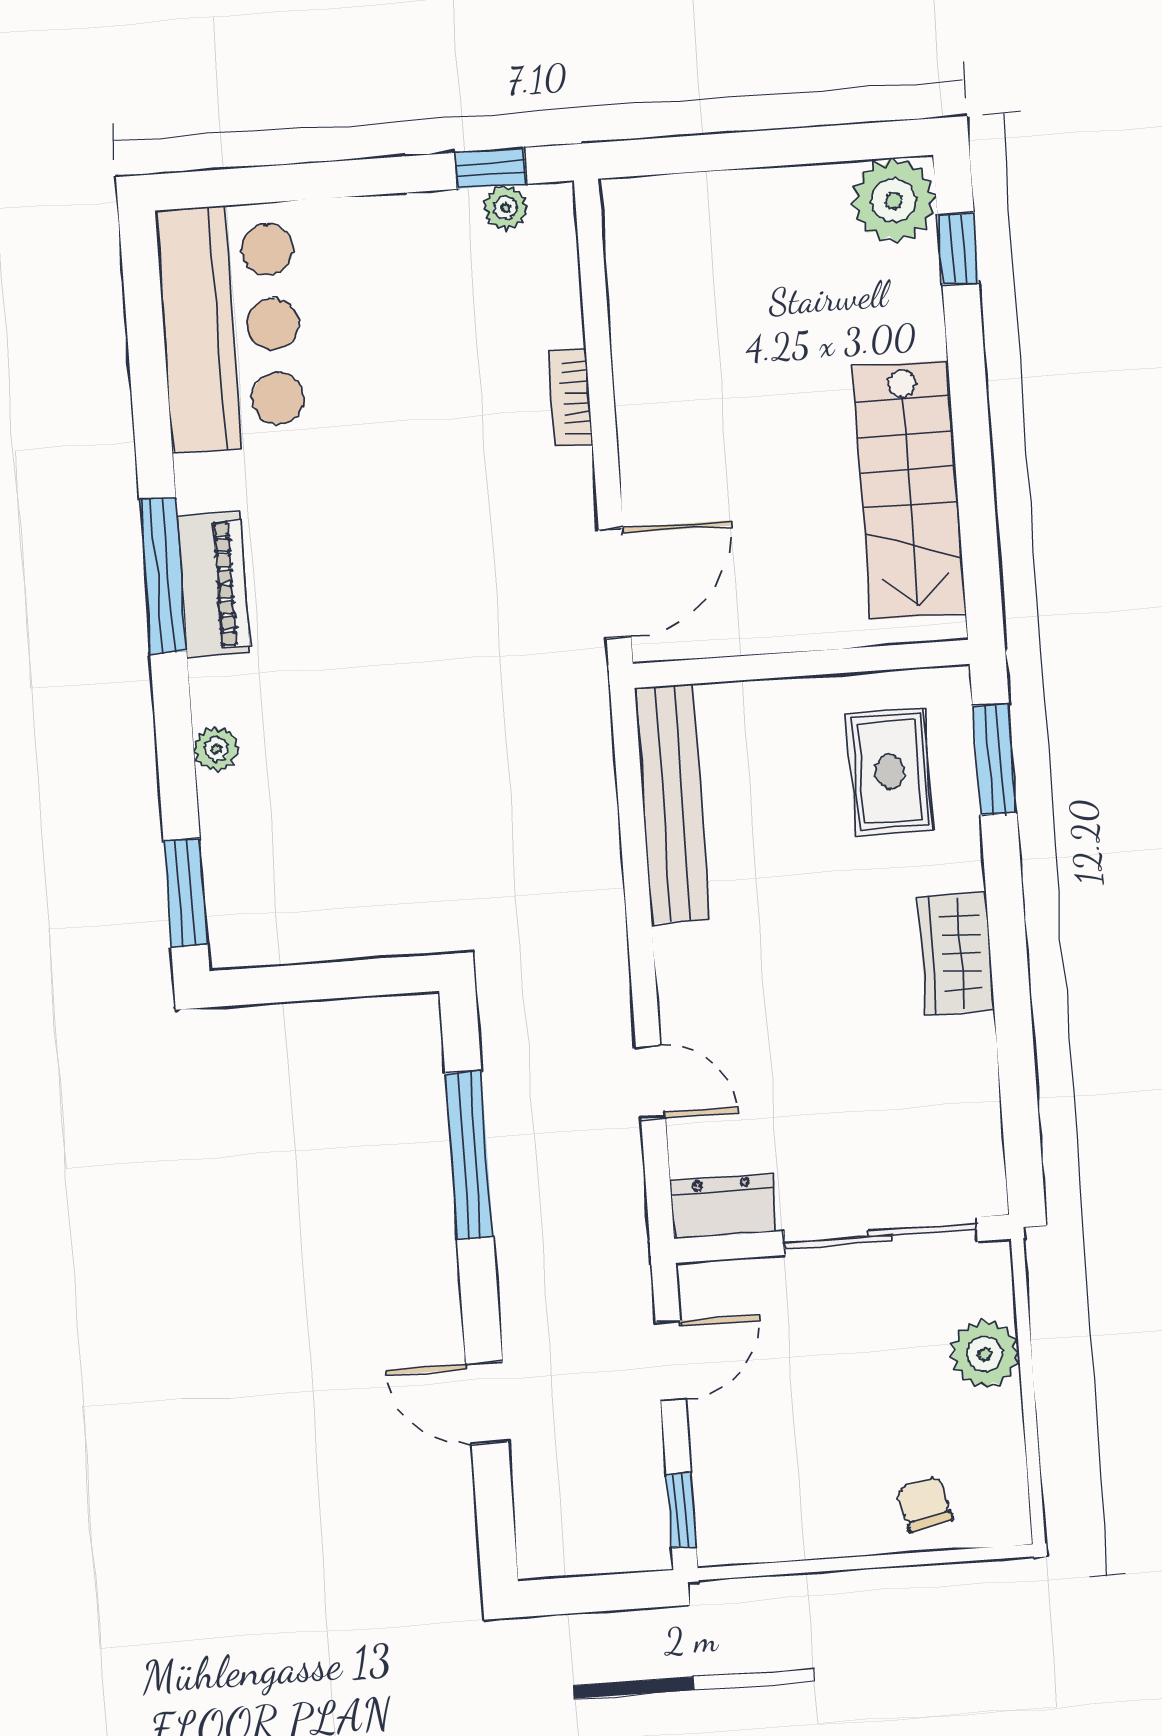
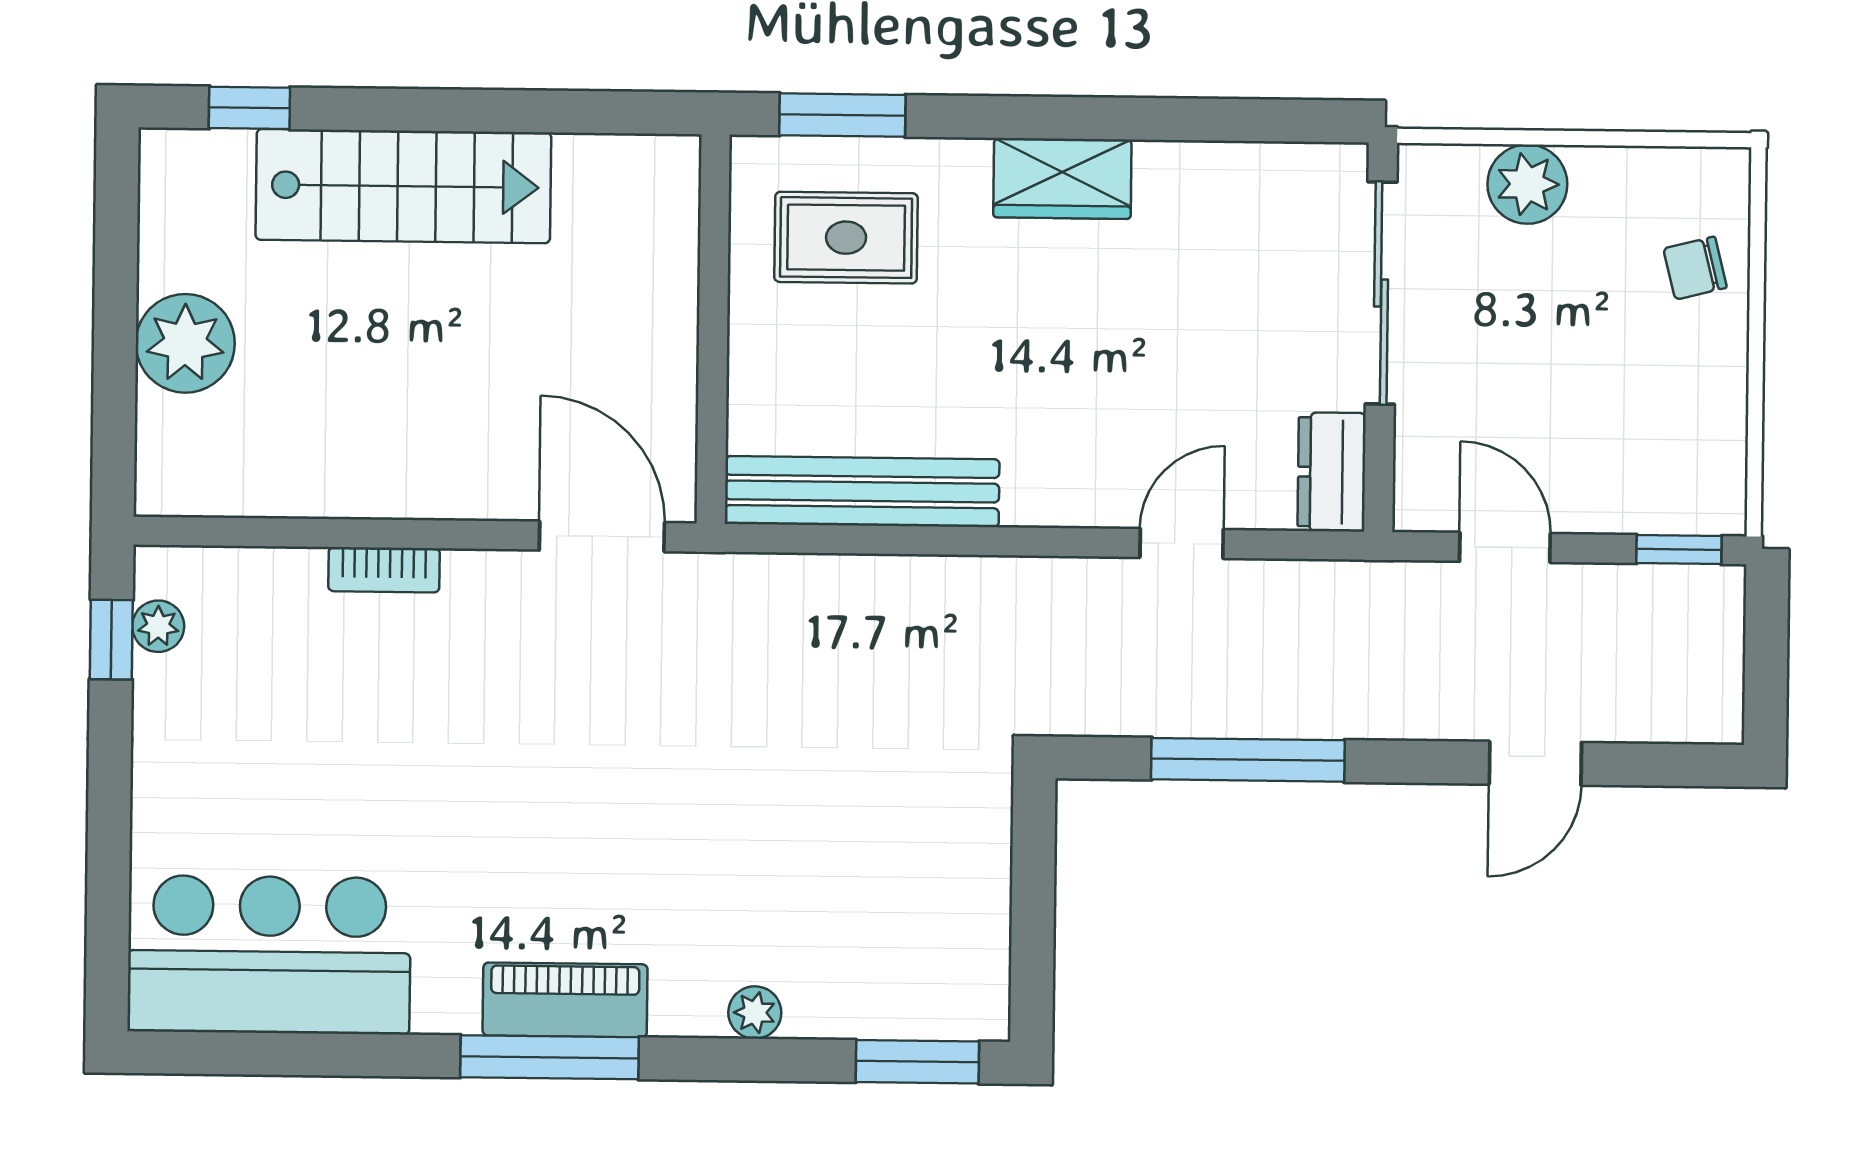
plant: (894, 200) -> (185, 343), moved
stairs: (909, 490) -> (403, 186), moved

